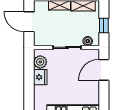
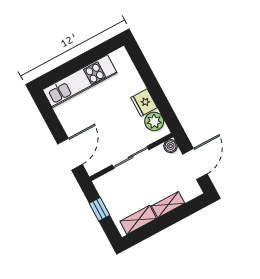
door: (29, 22) -> (195, 164), hinge flipped
boiler: (88, 41) -> (171, 146), moved

